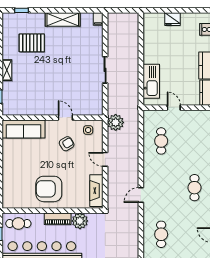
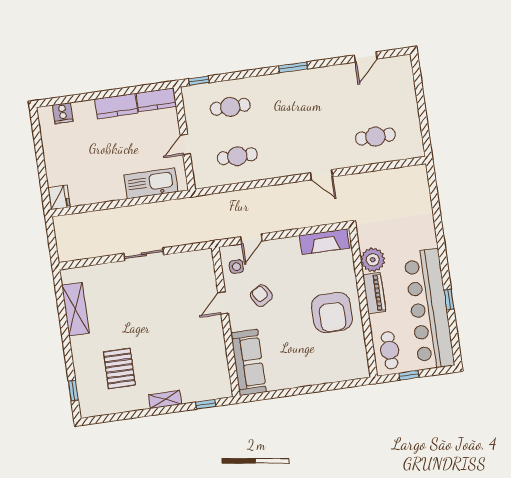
filing cabinet: (98, 19) -> (70, 275), removed
fridge: (172, 19) -> (59, 197), moved
shelving: (63, 20) -> (76, 309), moved
plant: (116, 122) -> (219, 228), removed
door: (105, 159) -> (251, 239), moved
cafe table: (194, 188) -> (230, 107), moved

